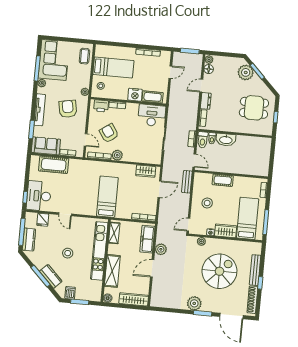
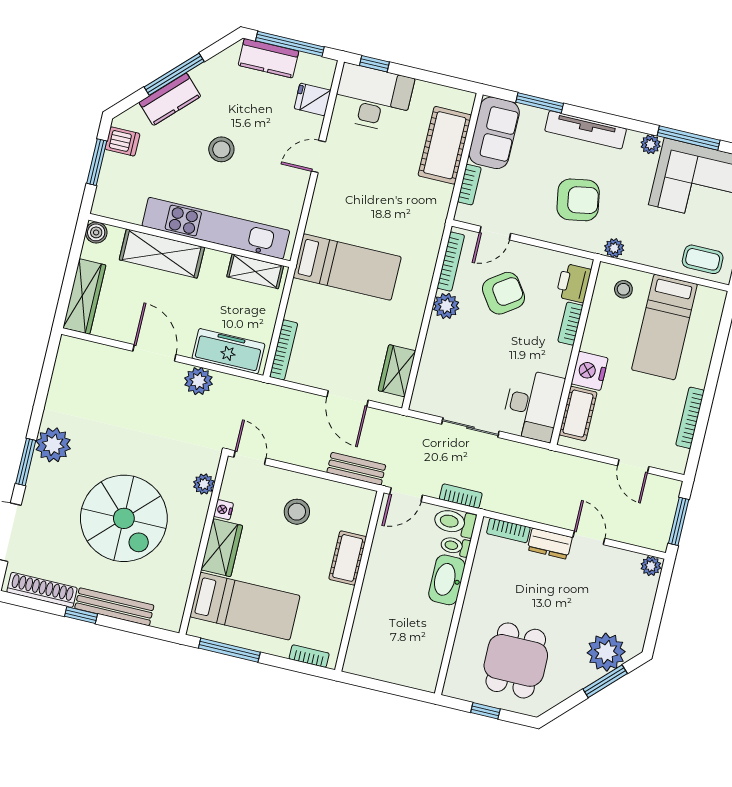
floor lamp: (209, 69) -> (627, 562), removed

